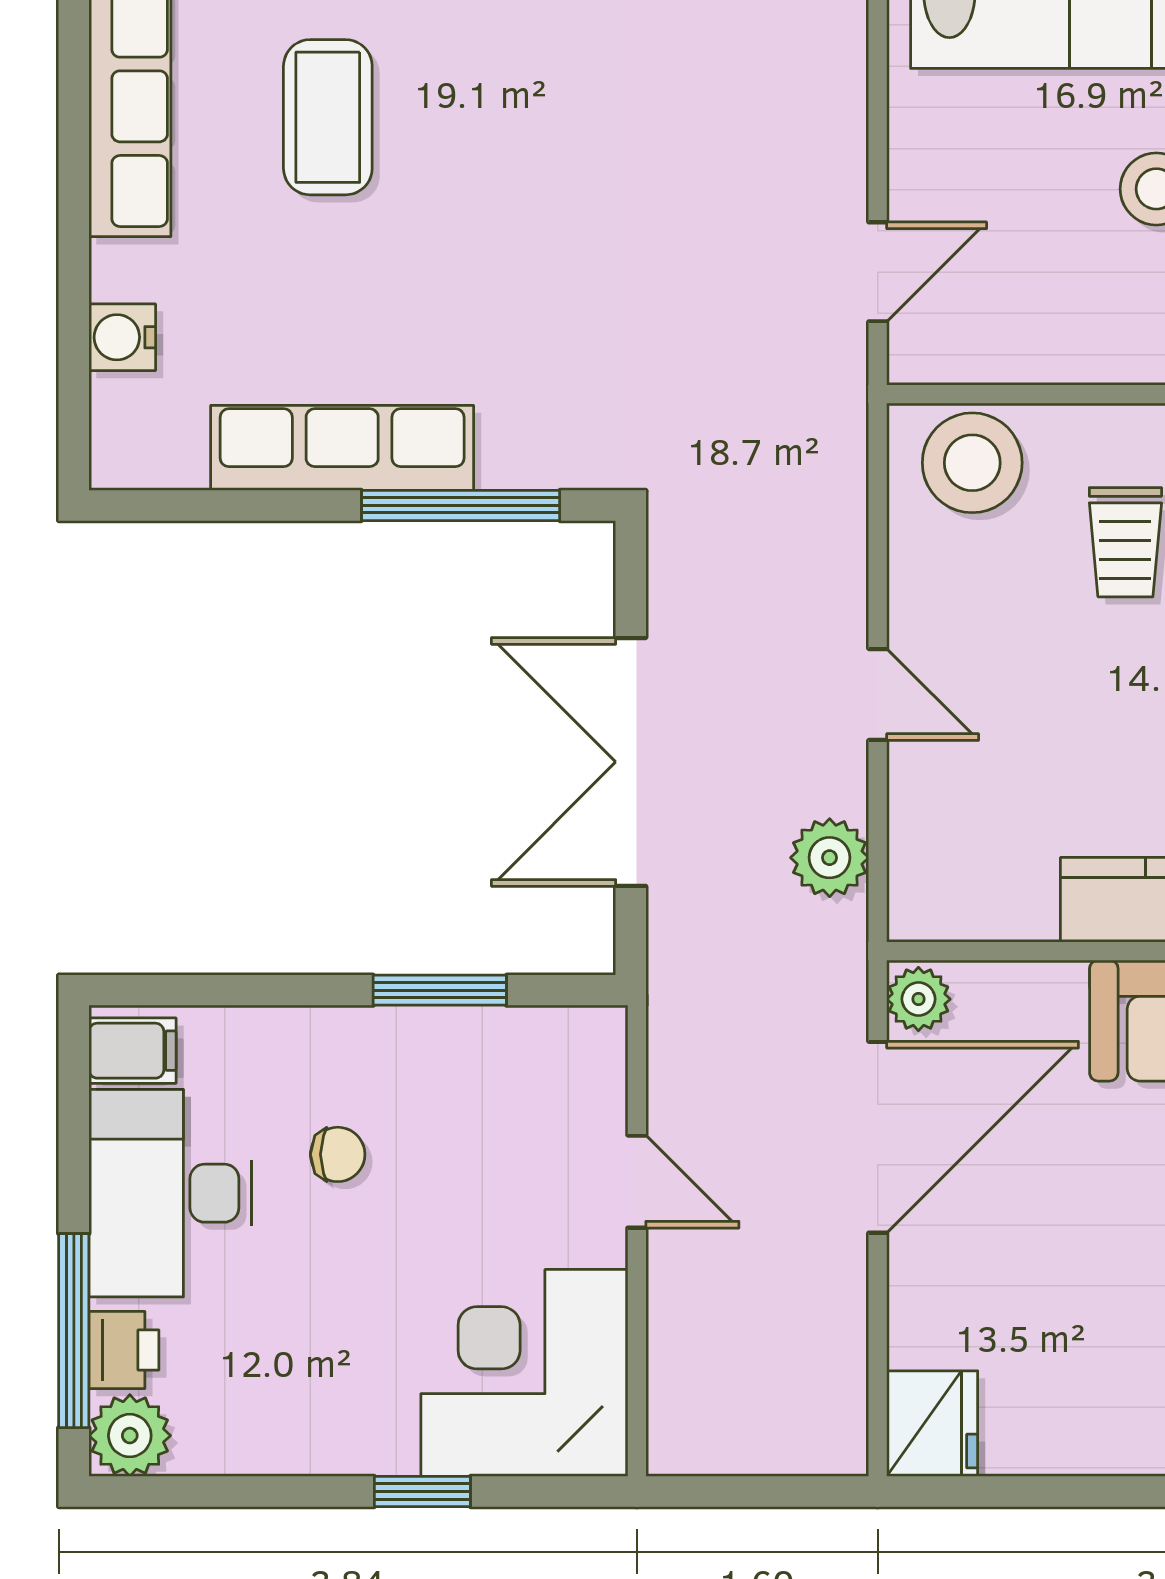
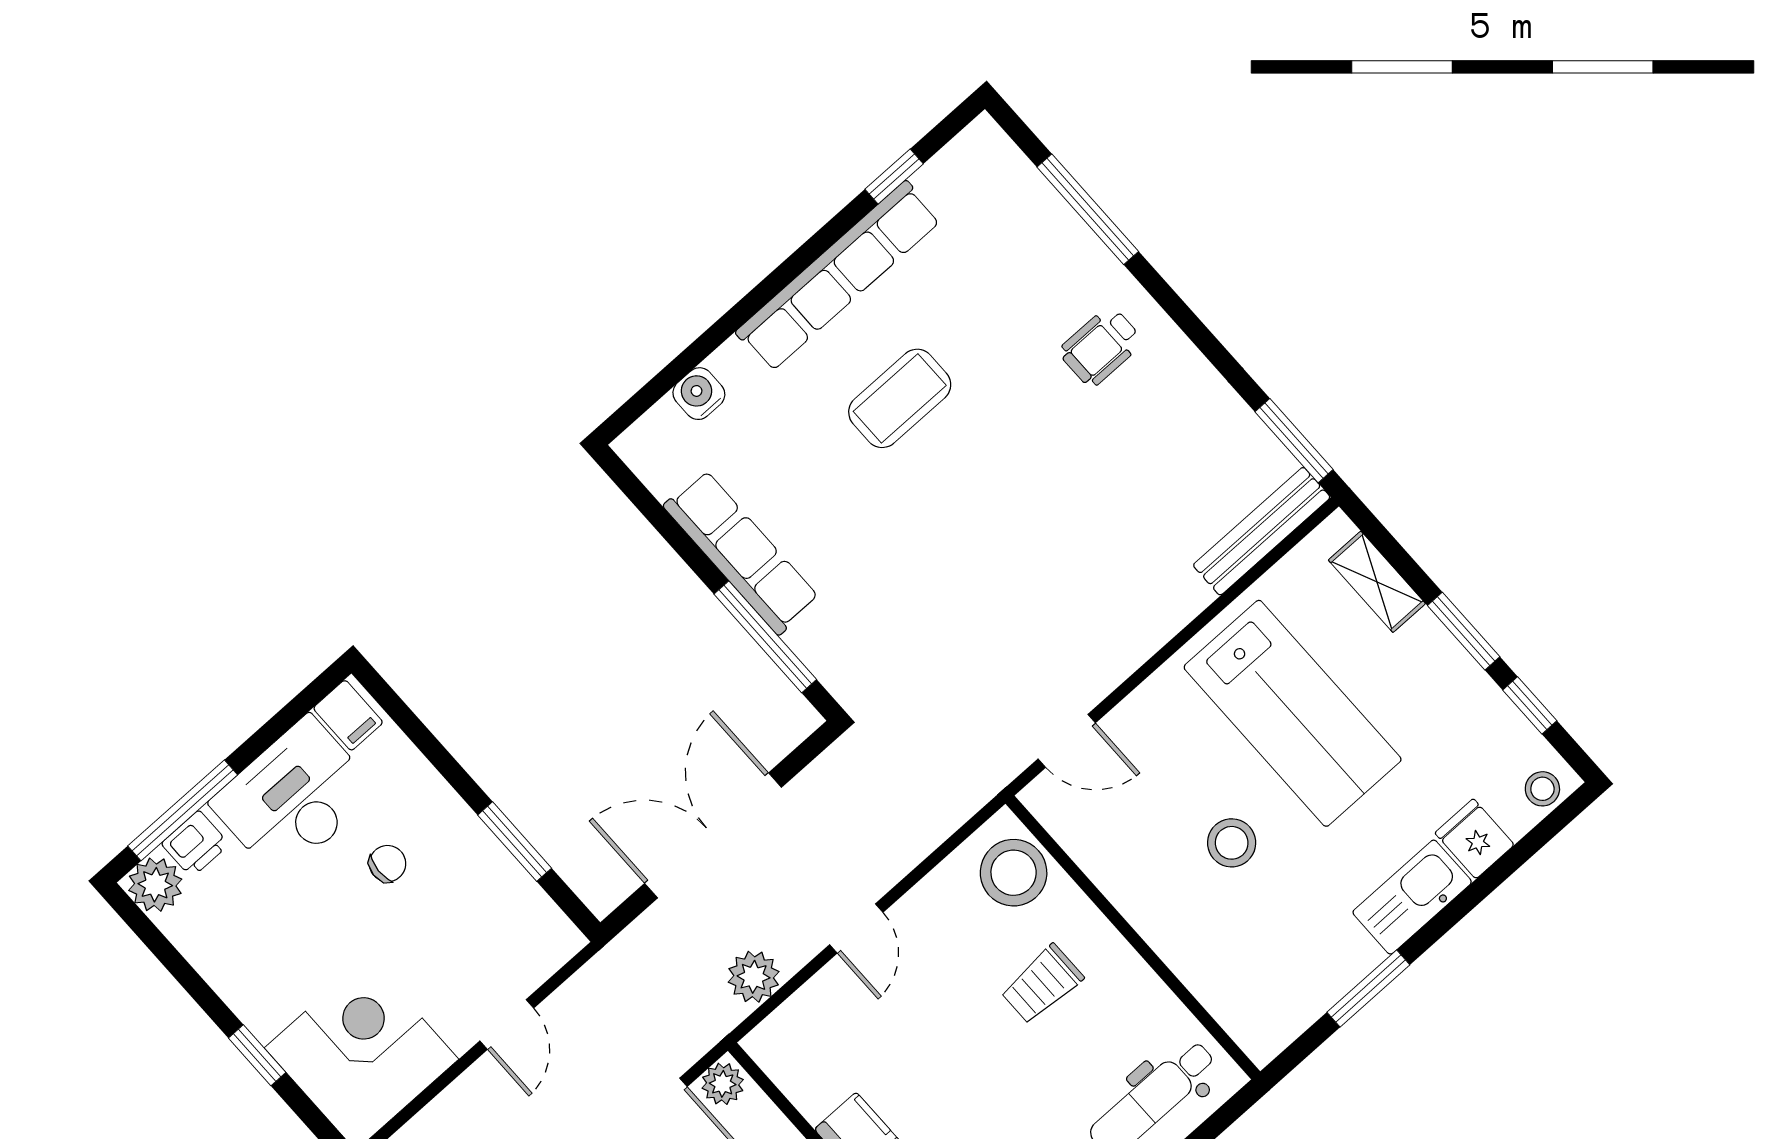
chair: (338, 1154) -> (388, 864), turned -87

